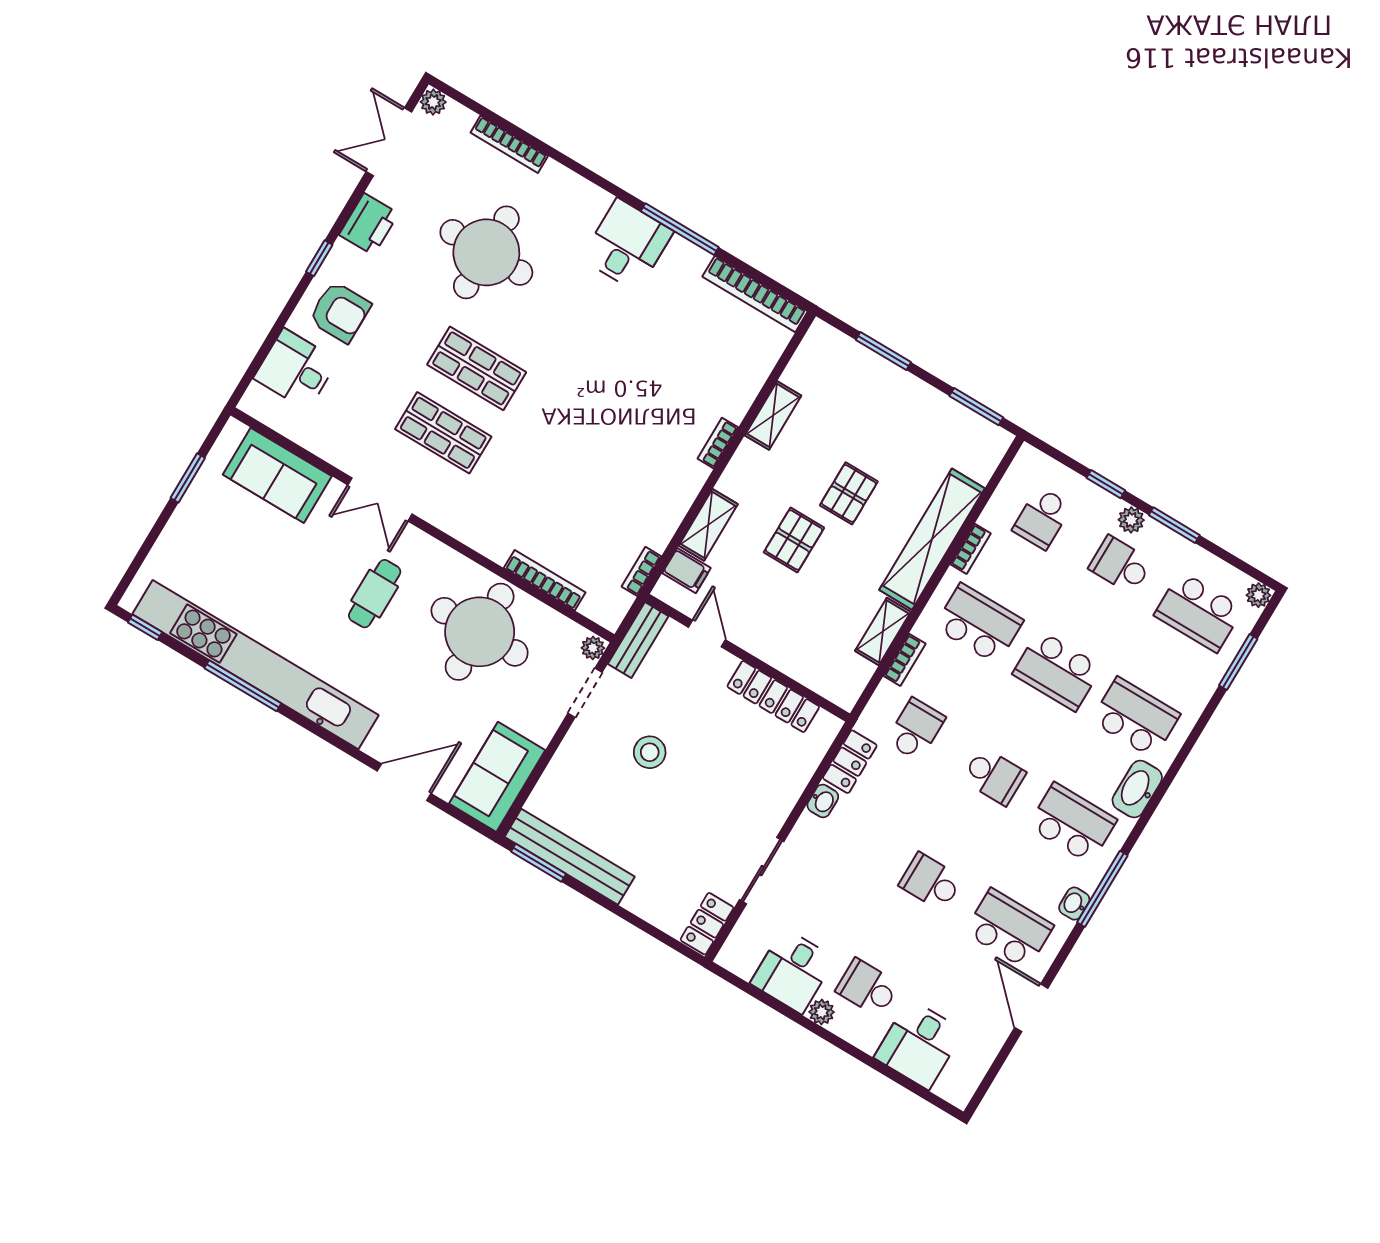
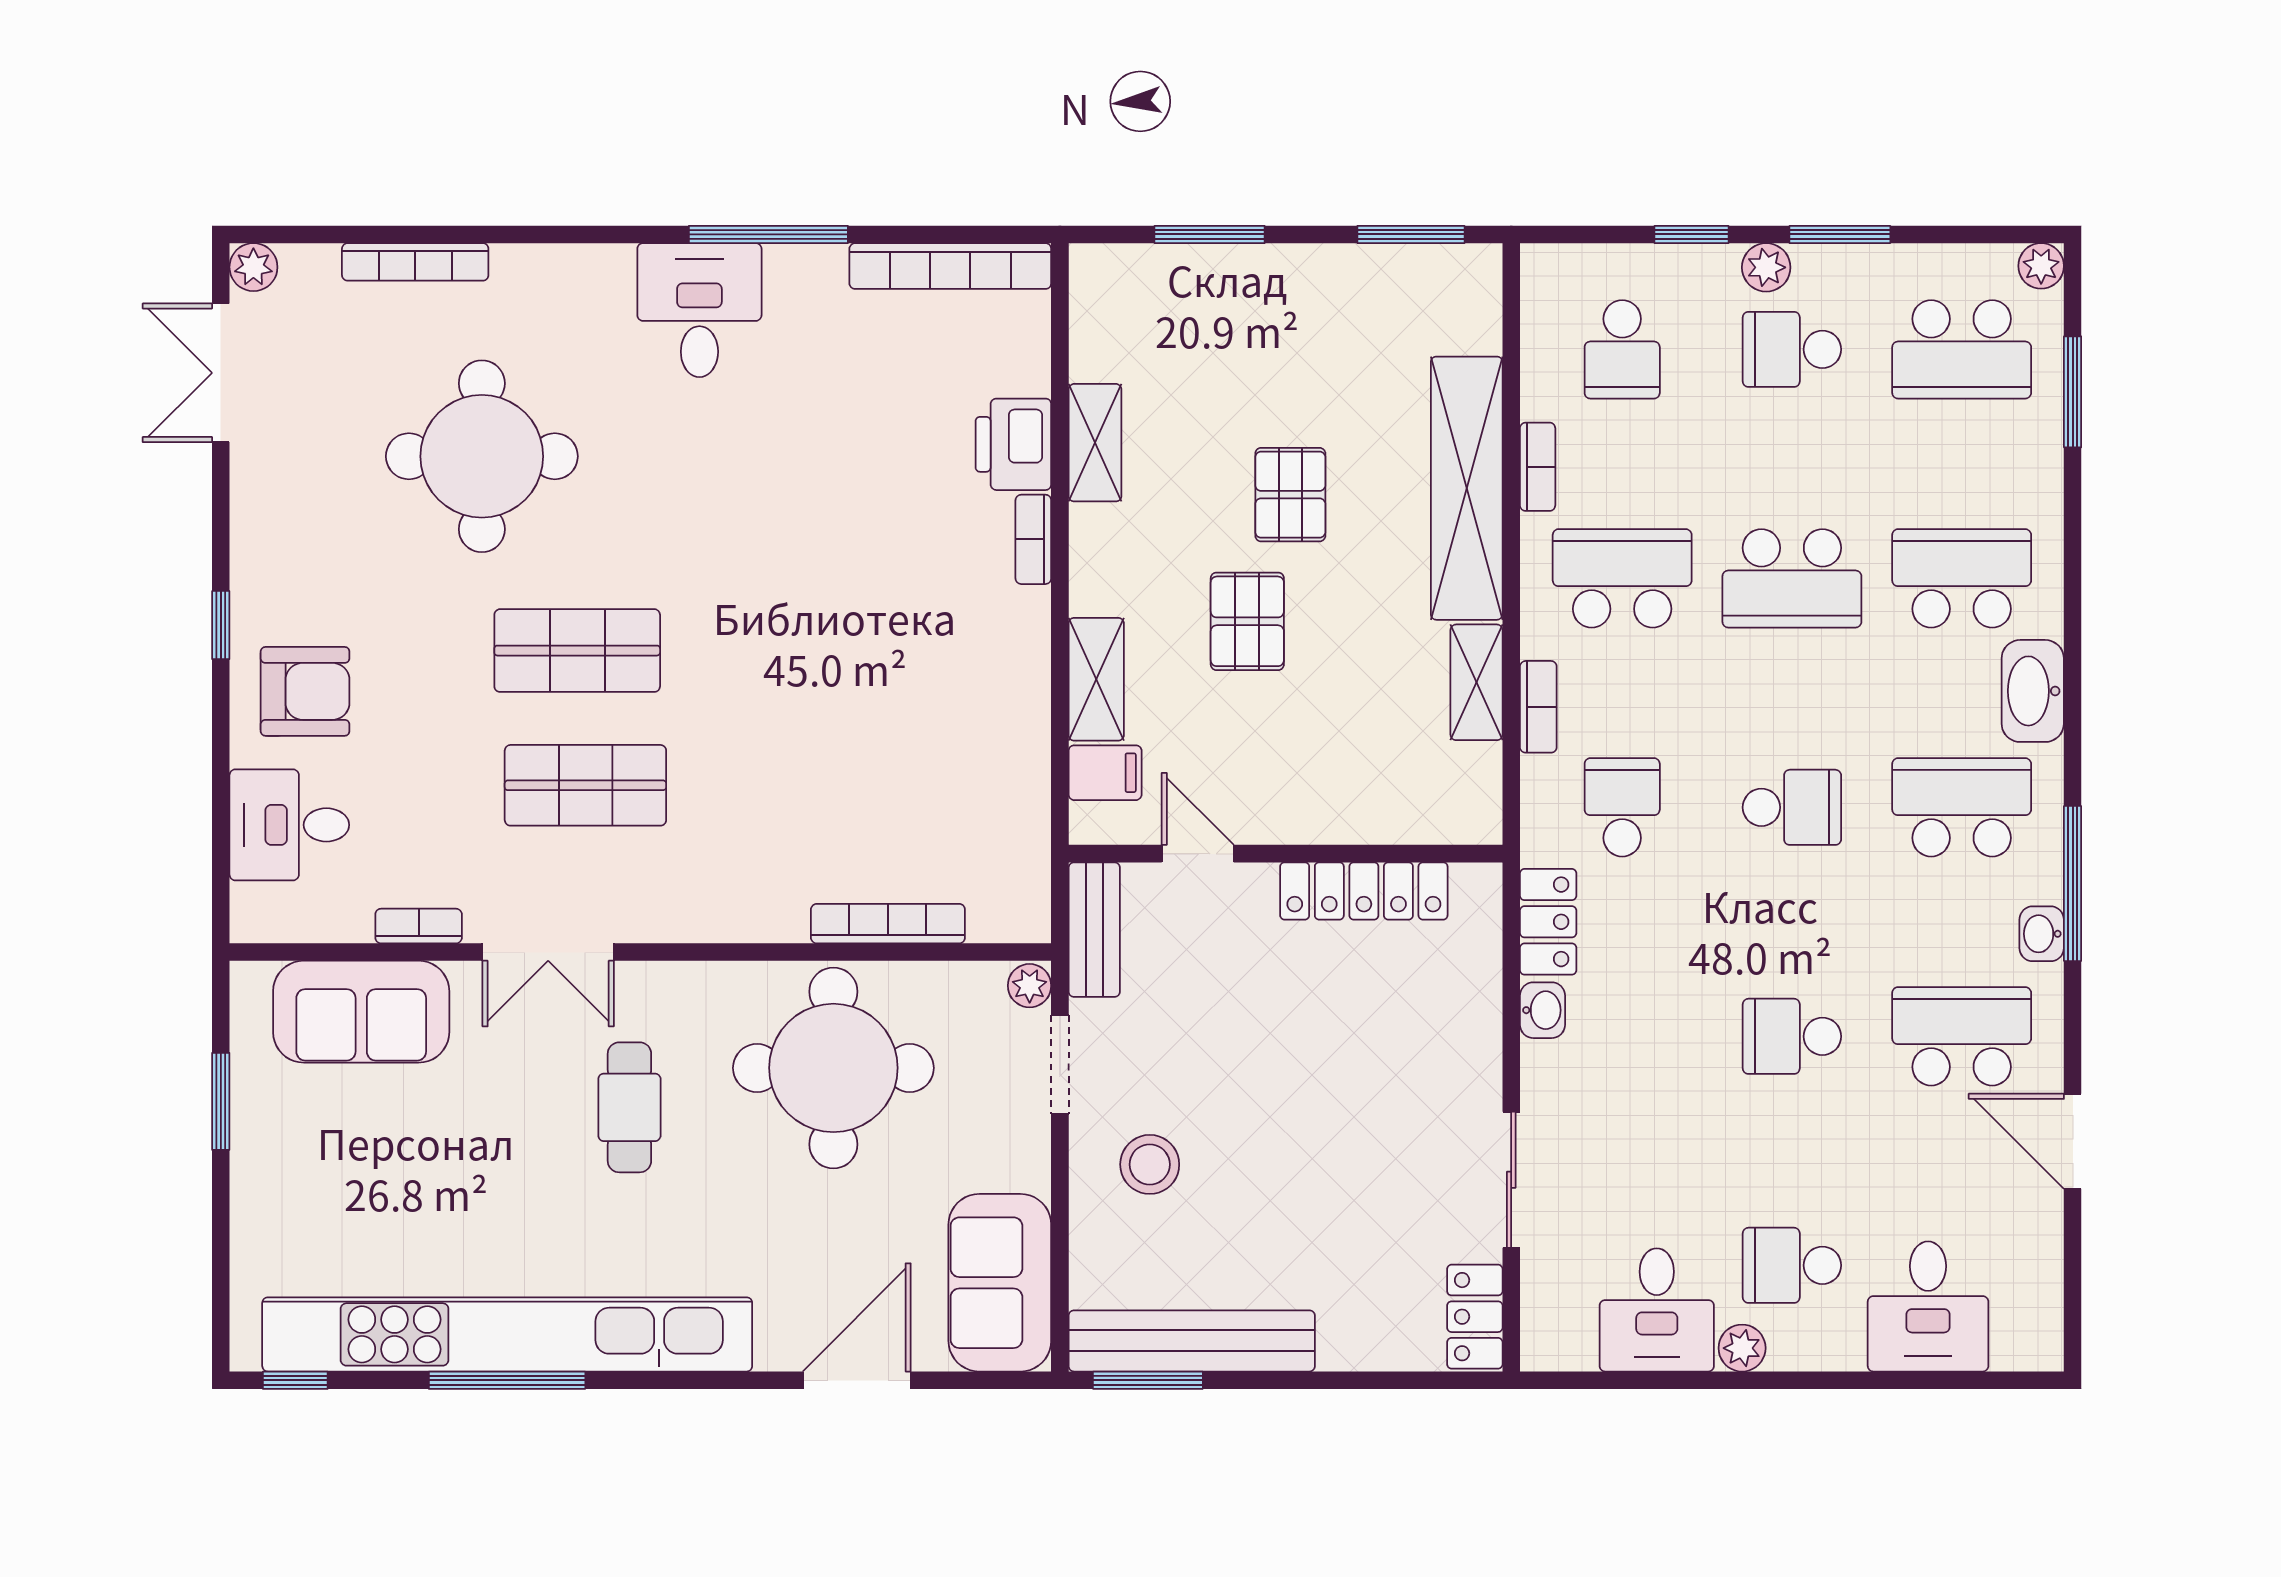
printer: (369, 224) -> (1013, 444), moved, turned 180
bookcase: (641, 571) -> (419, 926), moved, turned 90
stool: (650, 752) -> (1150, 1164), moved

